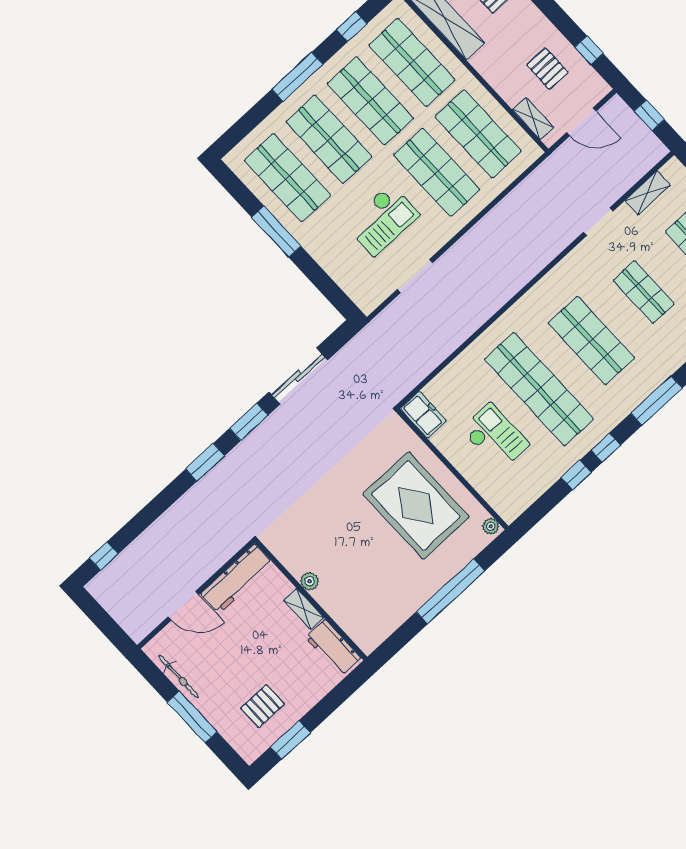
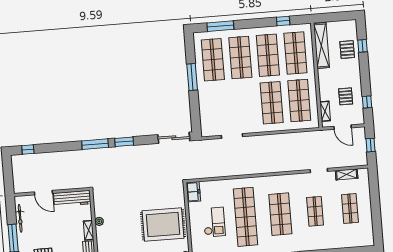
window: (297, 77) -> (220, 26), moved
checkout: (382, 220) -> (236, 105), removed
sliding door: (298, 376) -> (174, 138), moved
window: (205, 462) -> (95, 144), width x1.44
rug: (416, 506) -> (163, 224), turned 90

